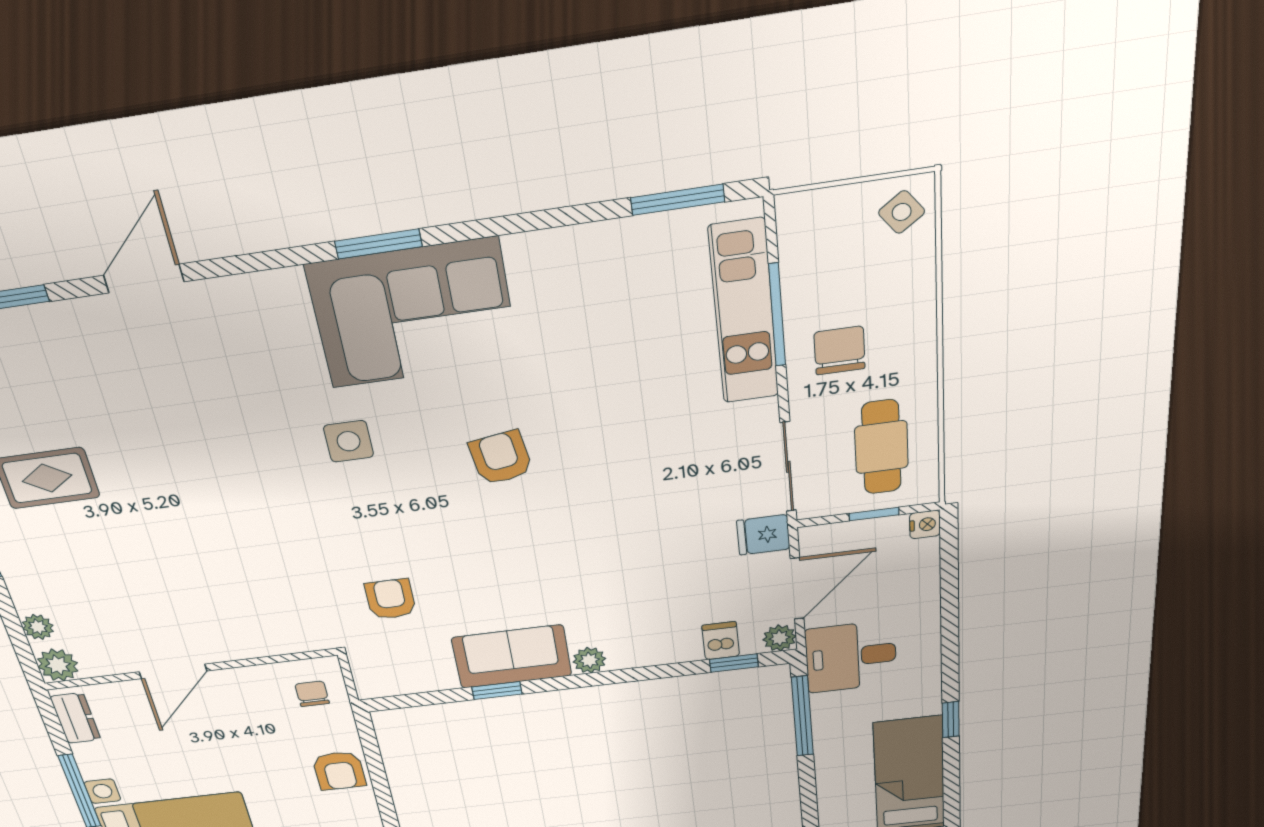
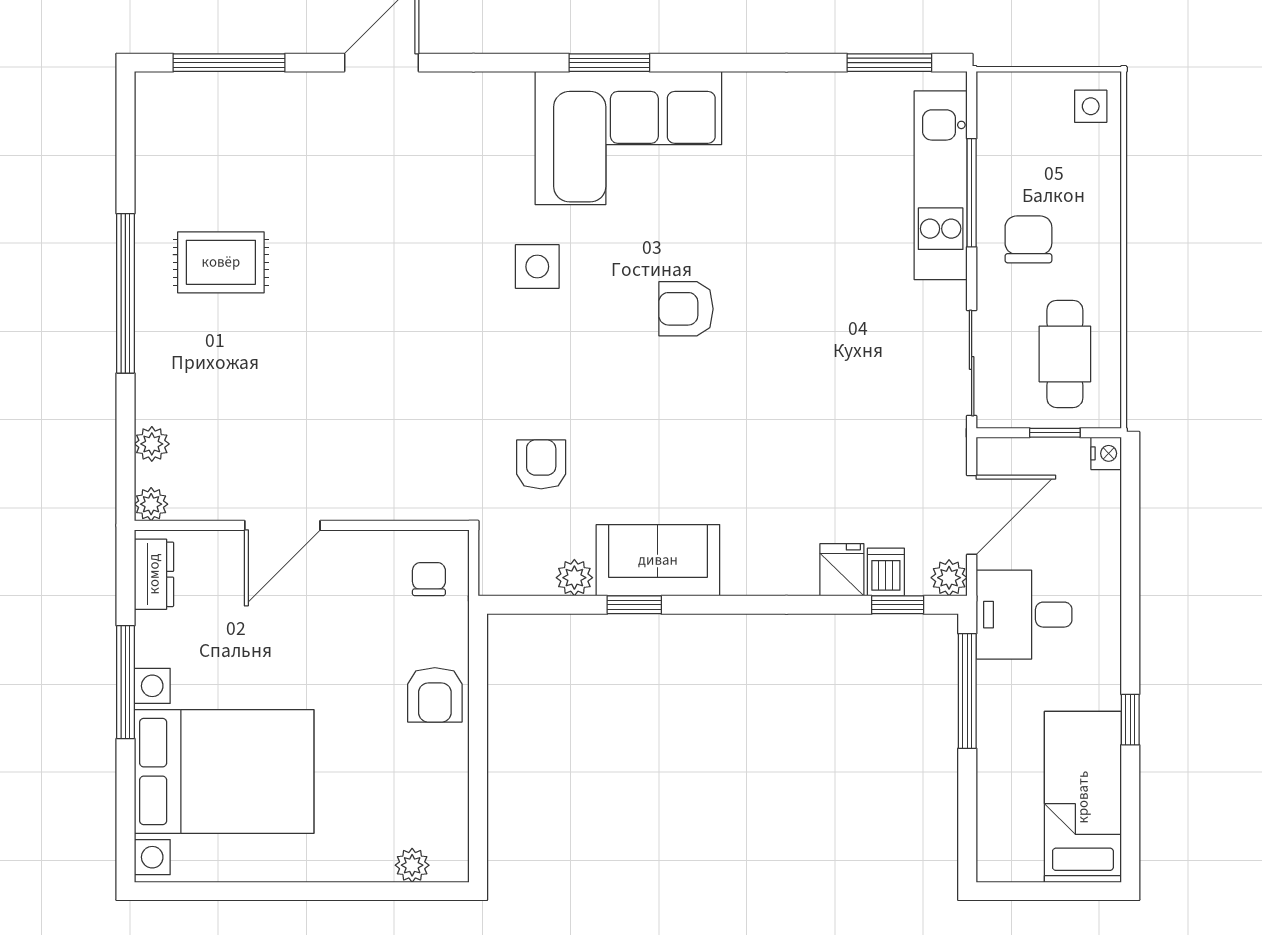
side table: (902, 212) -> (1091, 106), turned 37
armchair: (501, 458) -> (686, 309), turned -81
fridge: (763, 535) -> (842, 570), moved, turned 90
plant: (589, 660) -> (574, 578), moved
plant: (58, 665) -> (151, 504), width x0.73, depth x0.73

